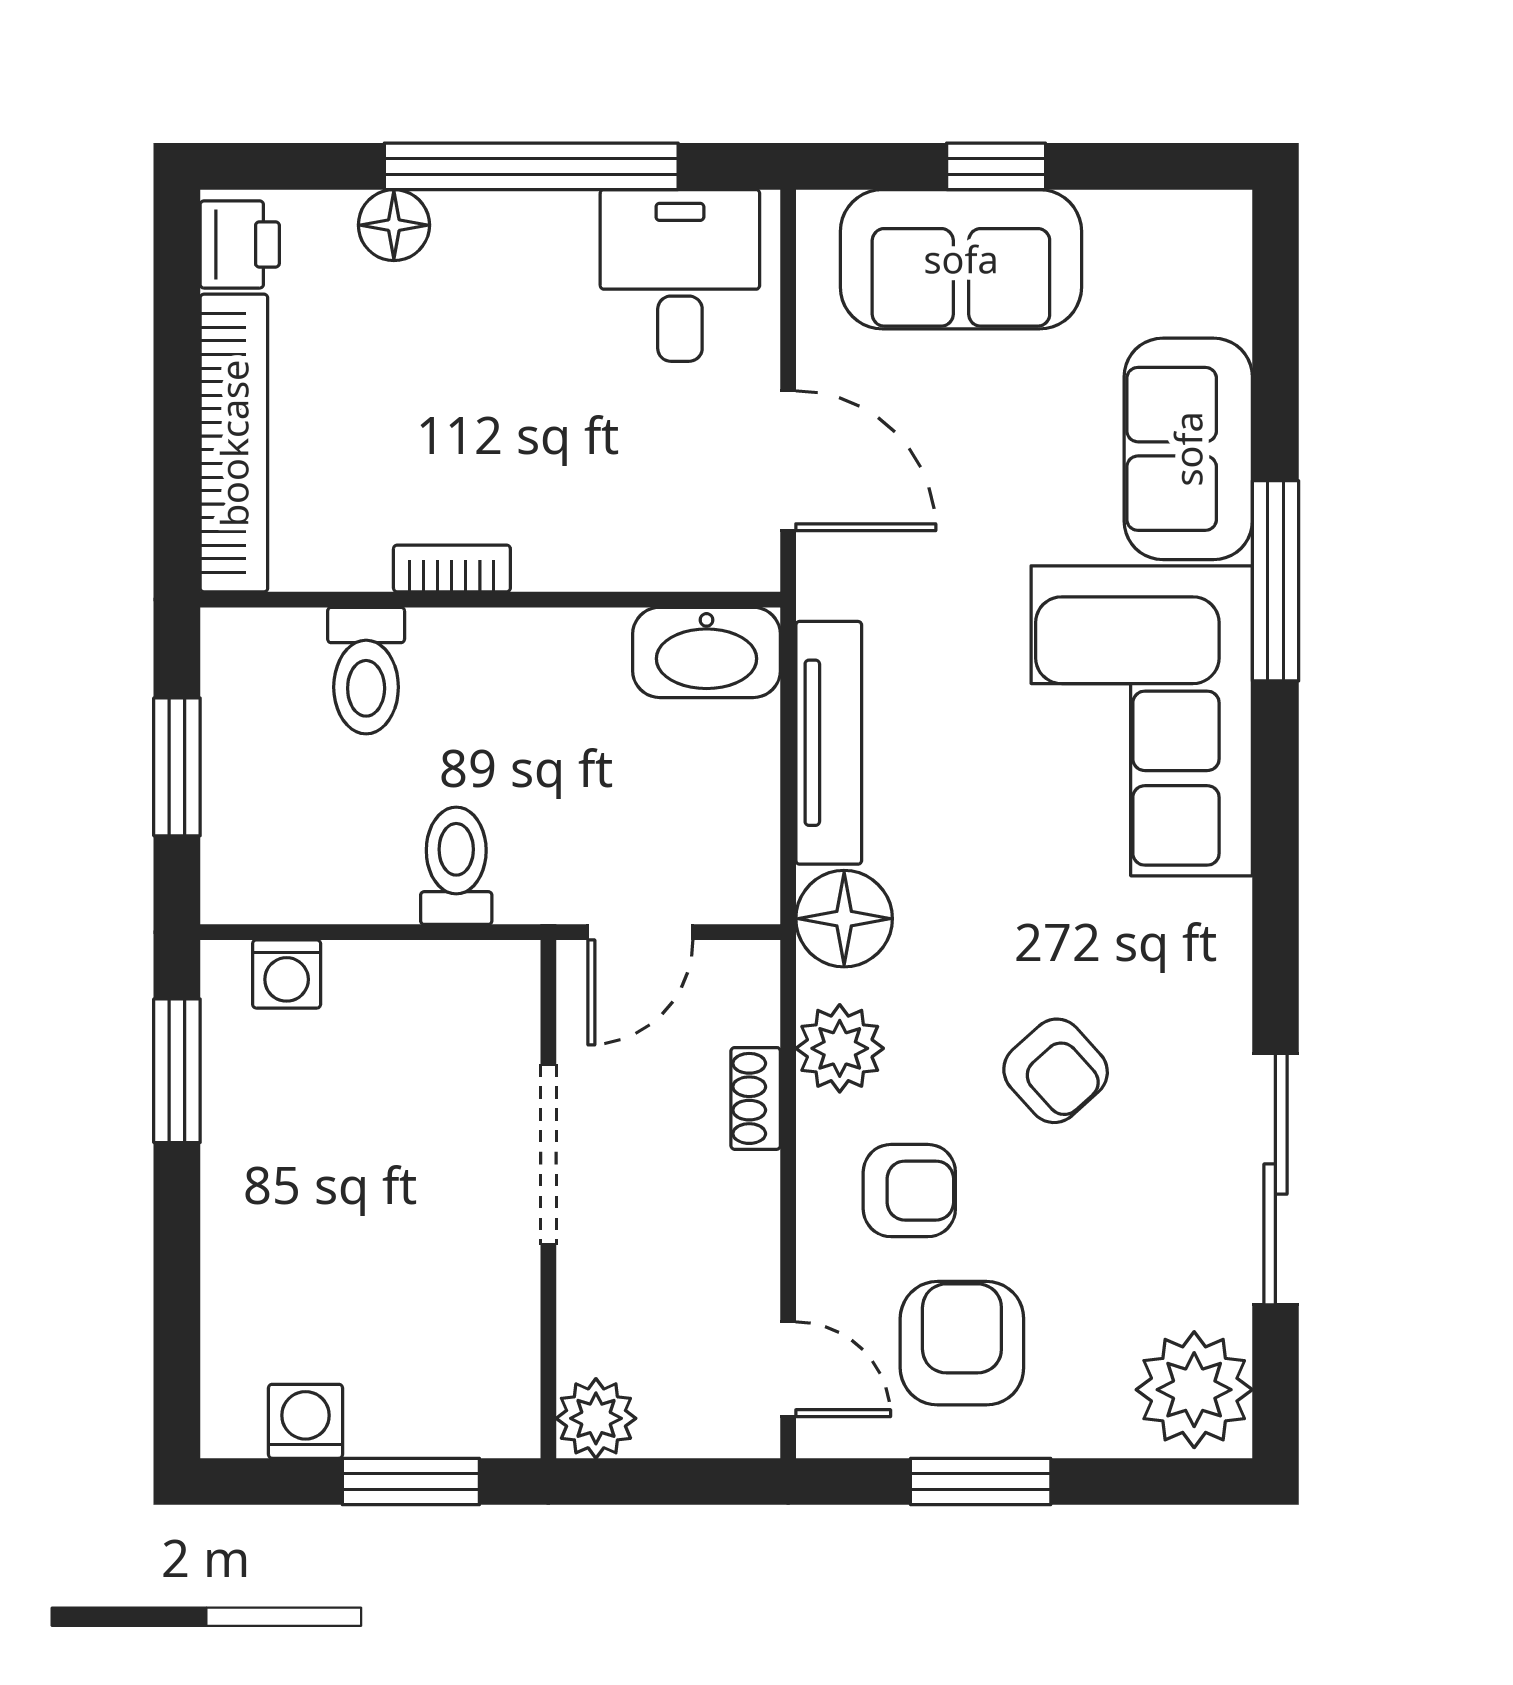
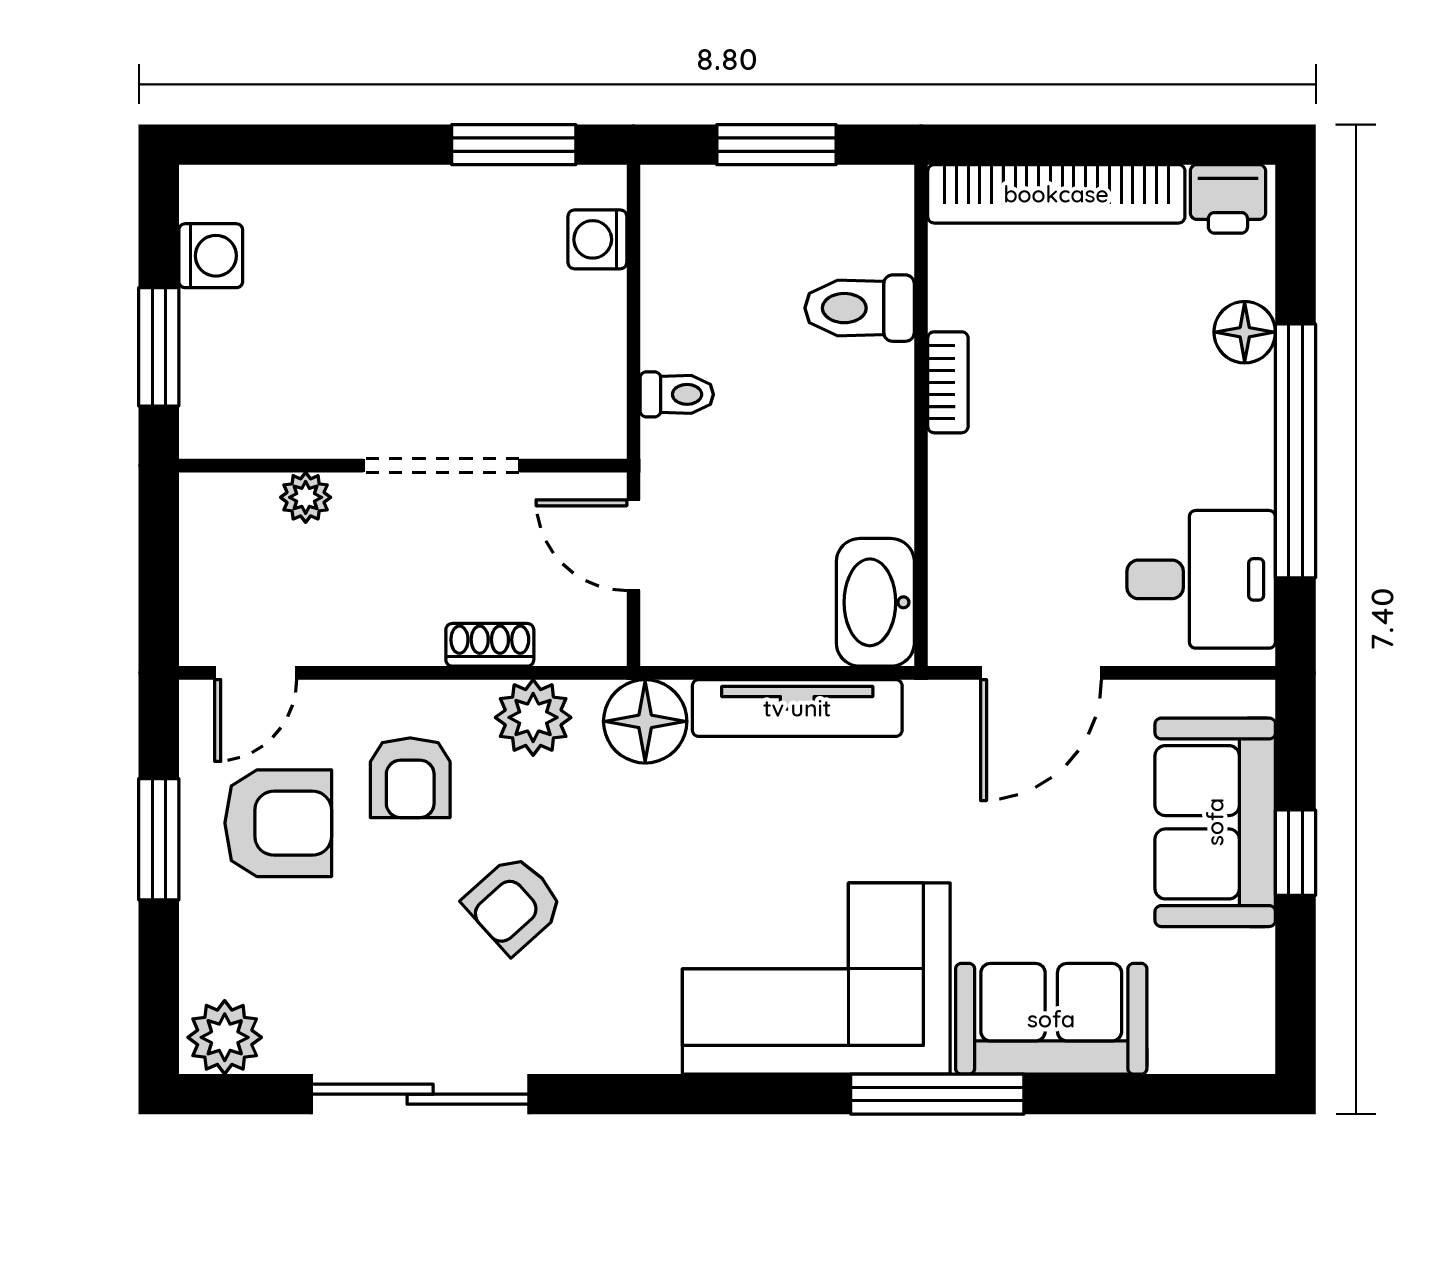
toilet: (456, 866) -> (677, 394), width x0.73, depth x0.72
plant: (1194, 1390) -> (225, 1037), width x0.73, depth x0.73
plant: (596, 1418) -> (306, 497), moved, width x0.73, depth x0.73

